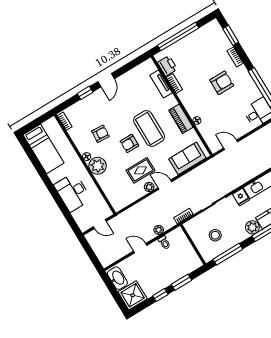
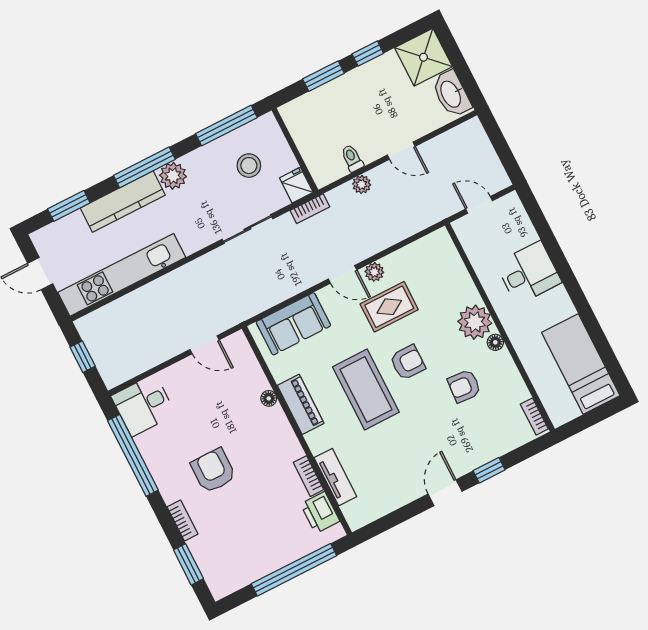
armchair: (222, 83) -> (213, 471), turned 90
desk: (73, 192) -> (529, 273), width x0.73
fridge: (241, 197) -> (296, 185), moved

